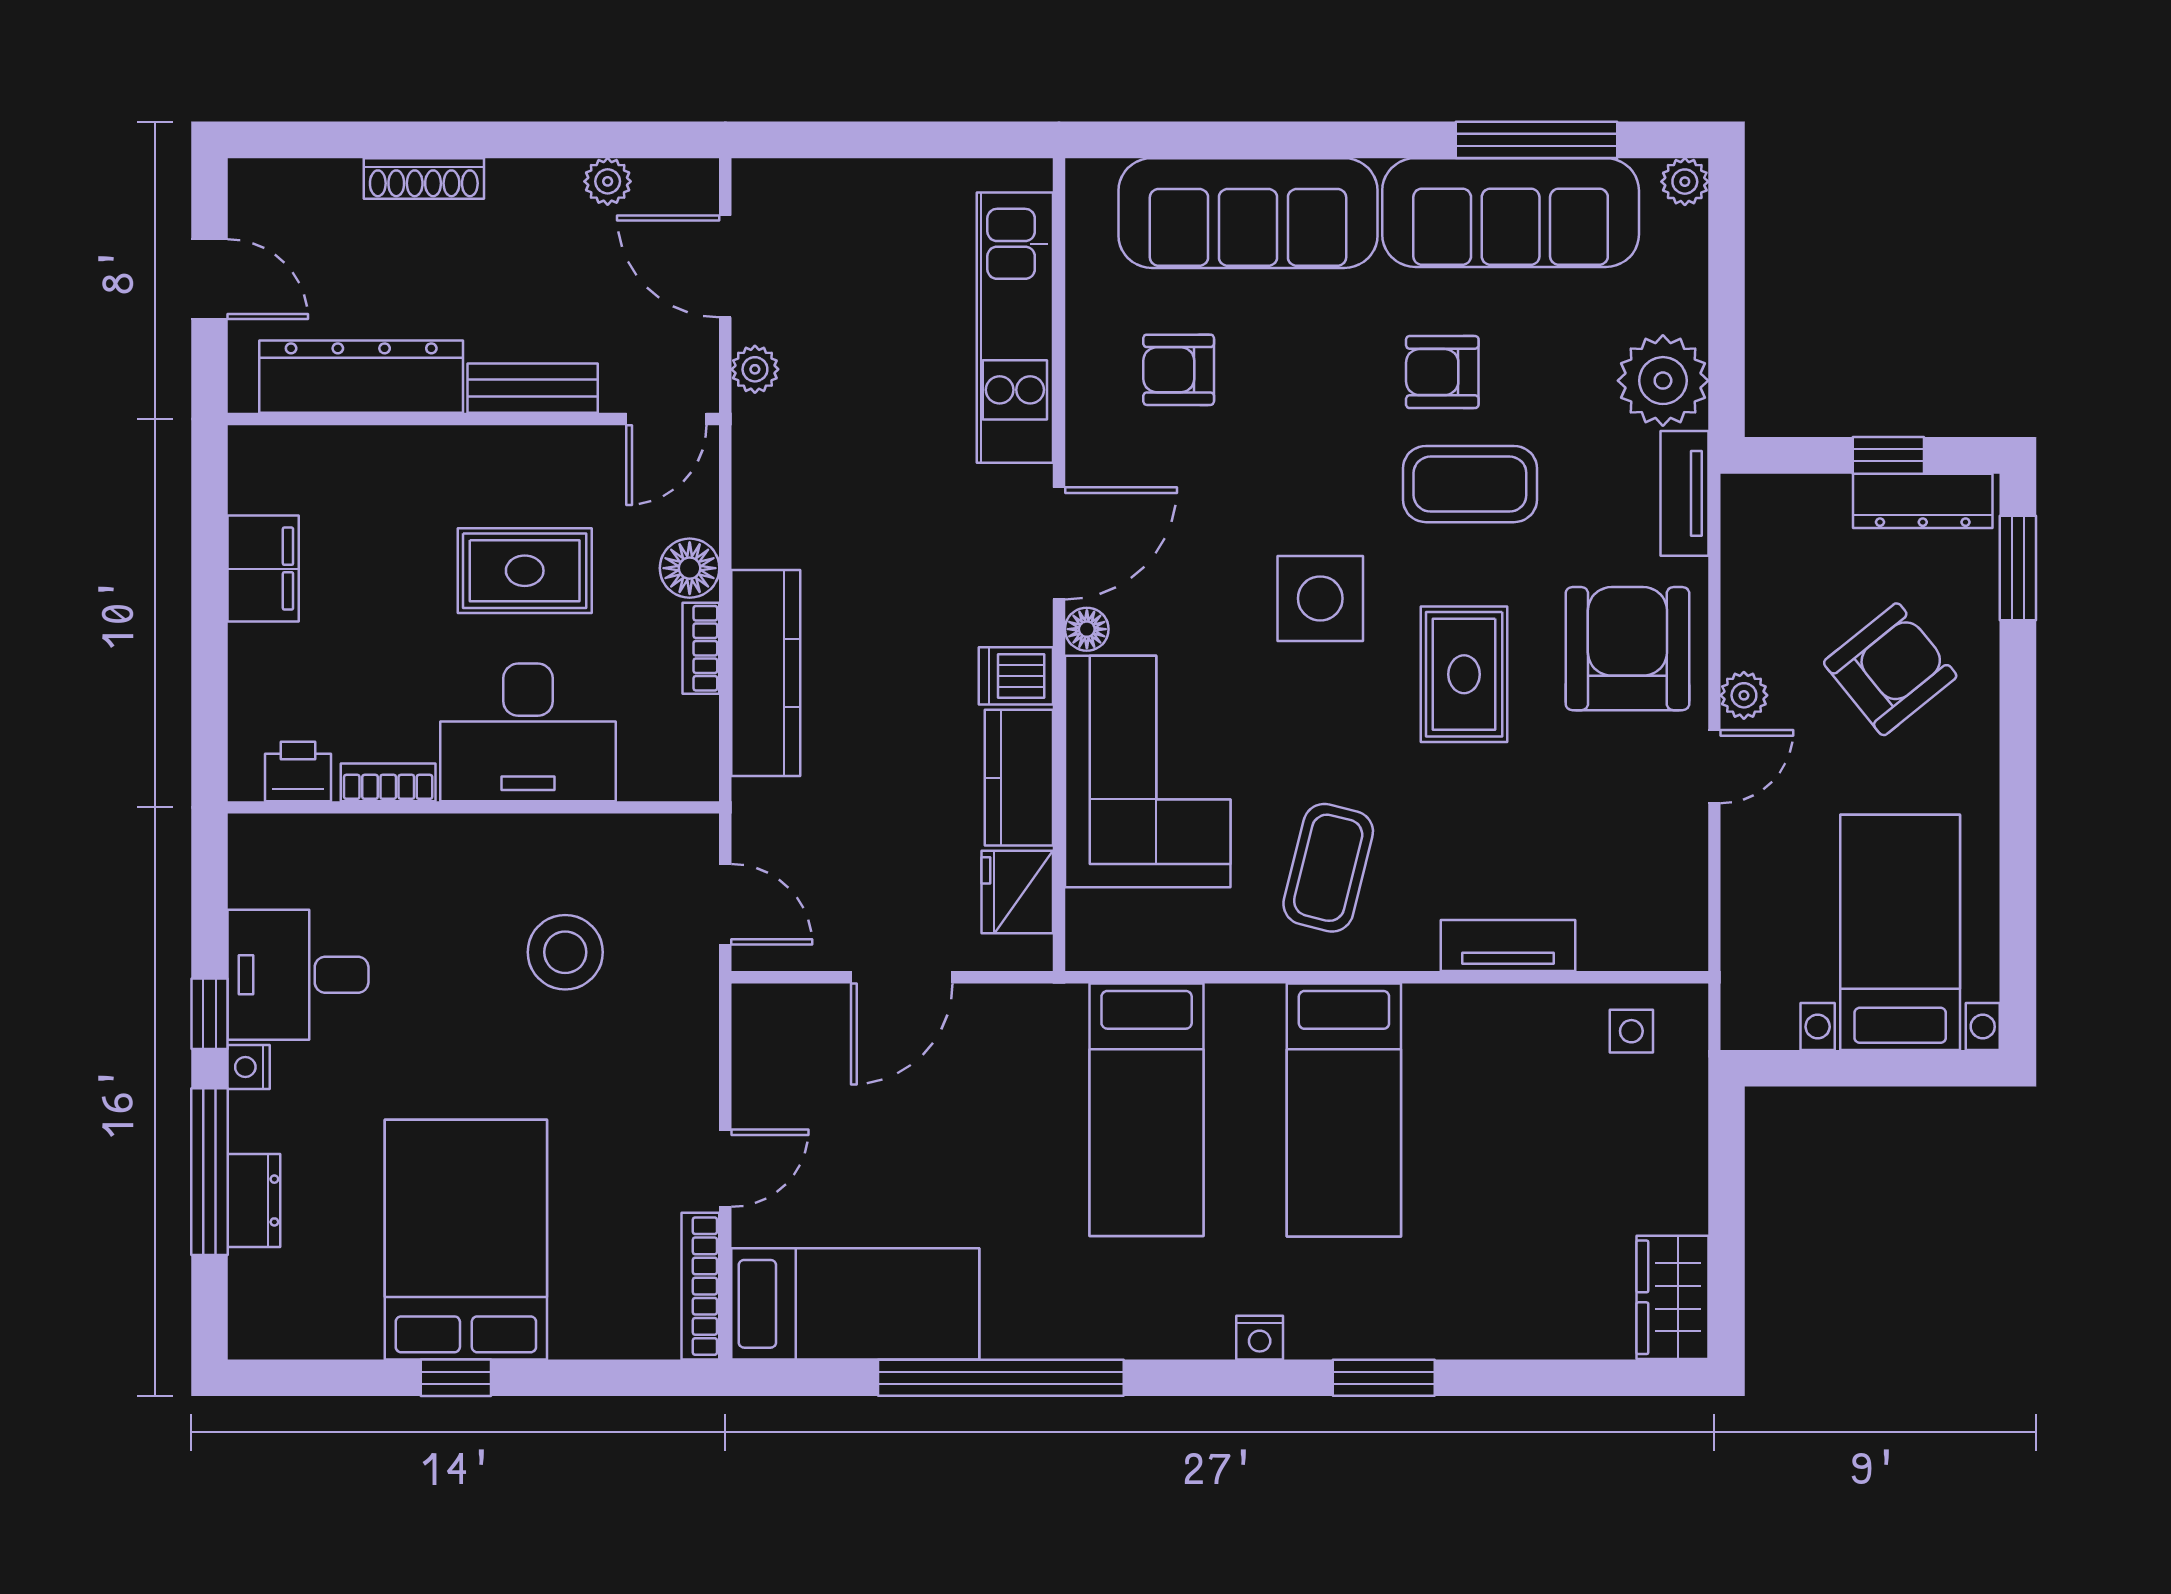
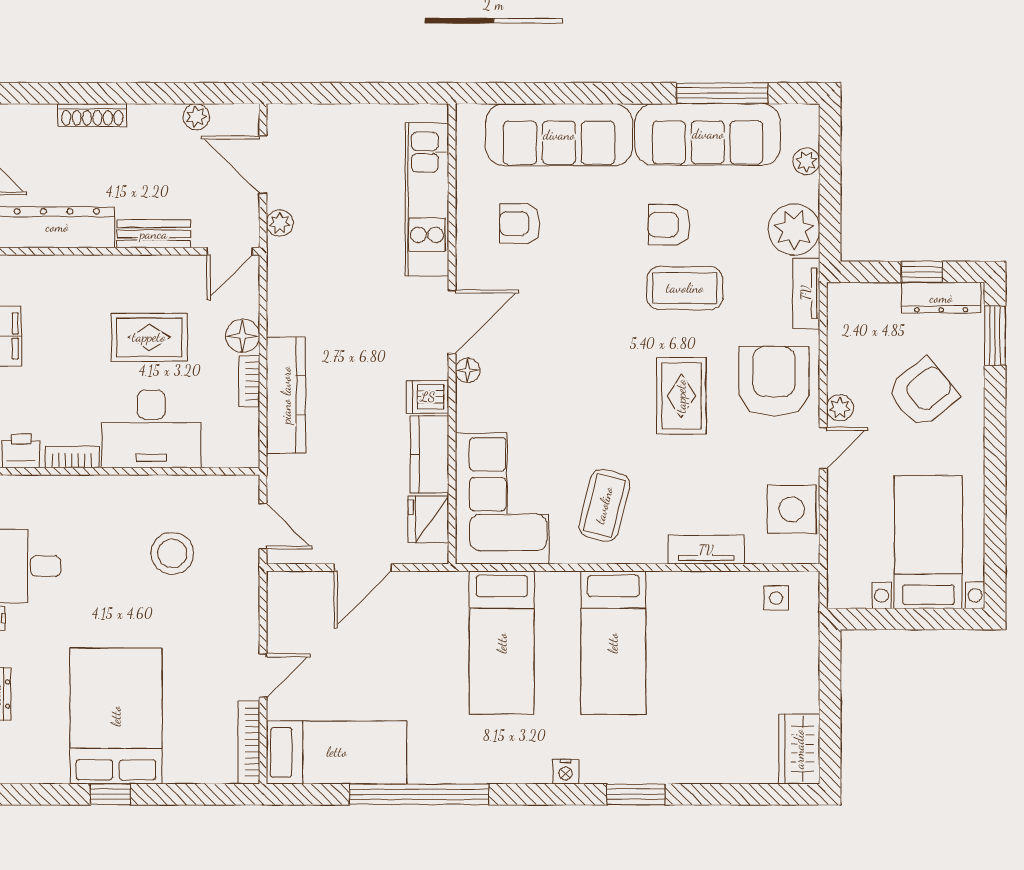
plant: (1685, 182) -> (806, 161), moved
side table: (1320, 598) -> (792, 509), moved
corner sofa: (1148, 772) -> (502, 498), moved

